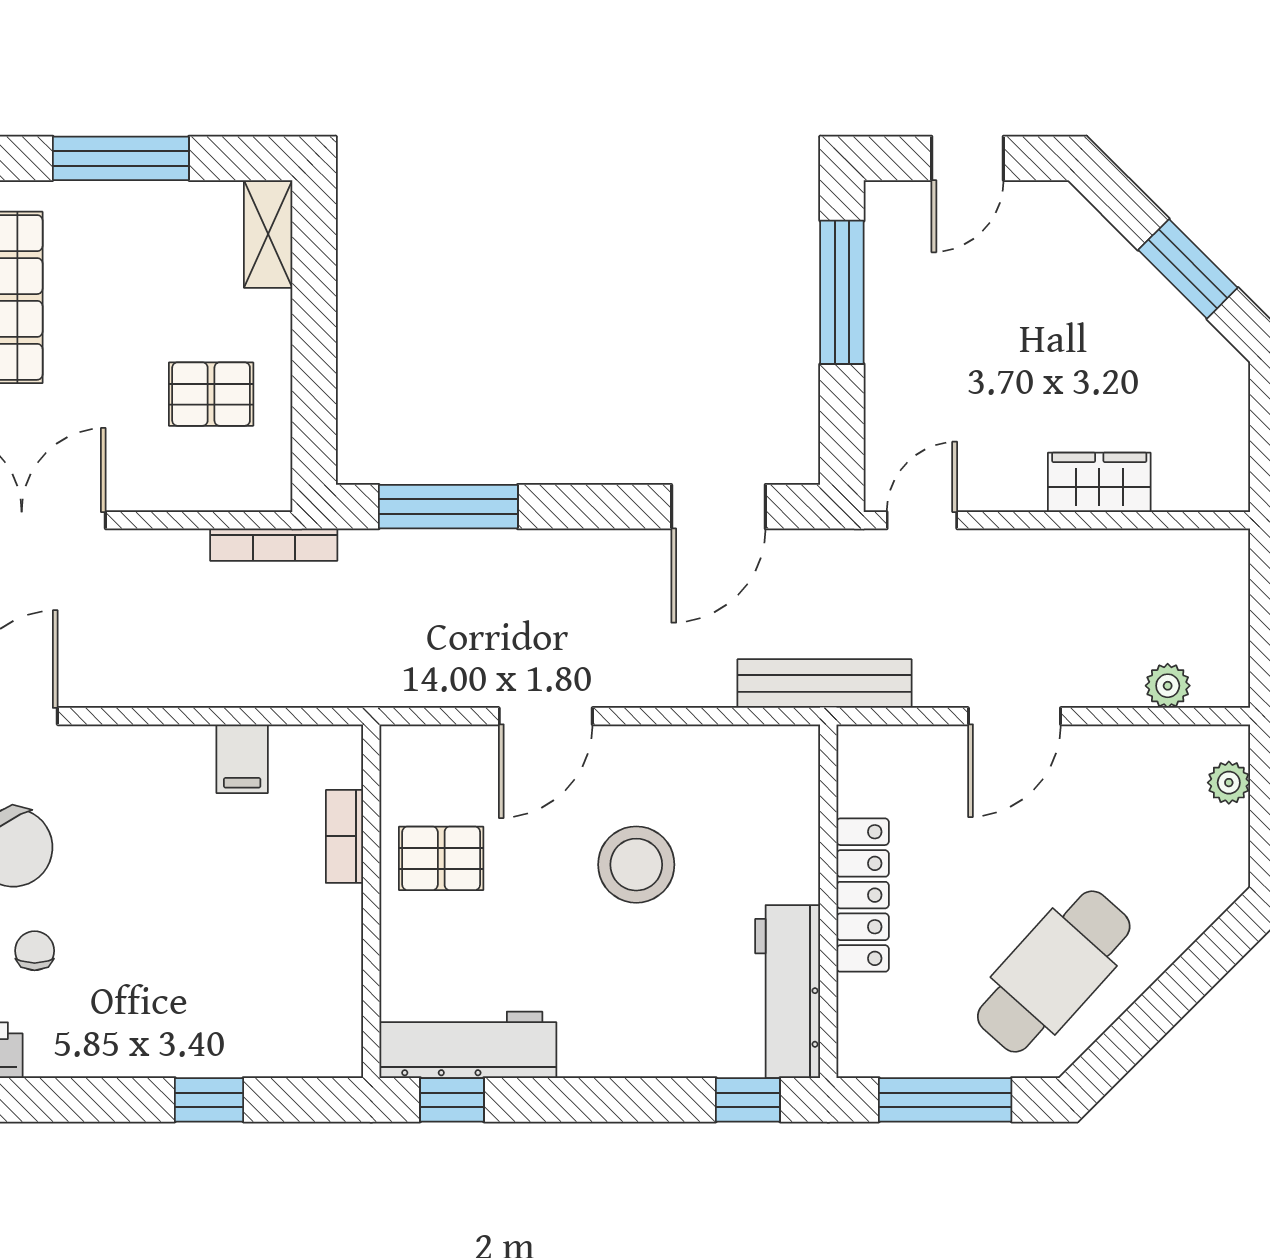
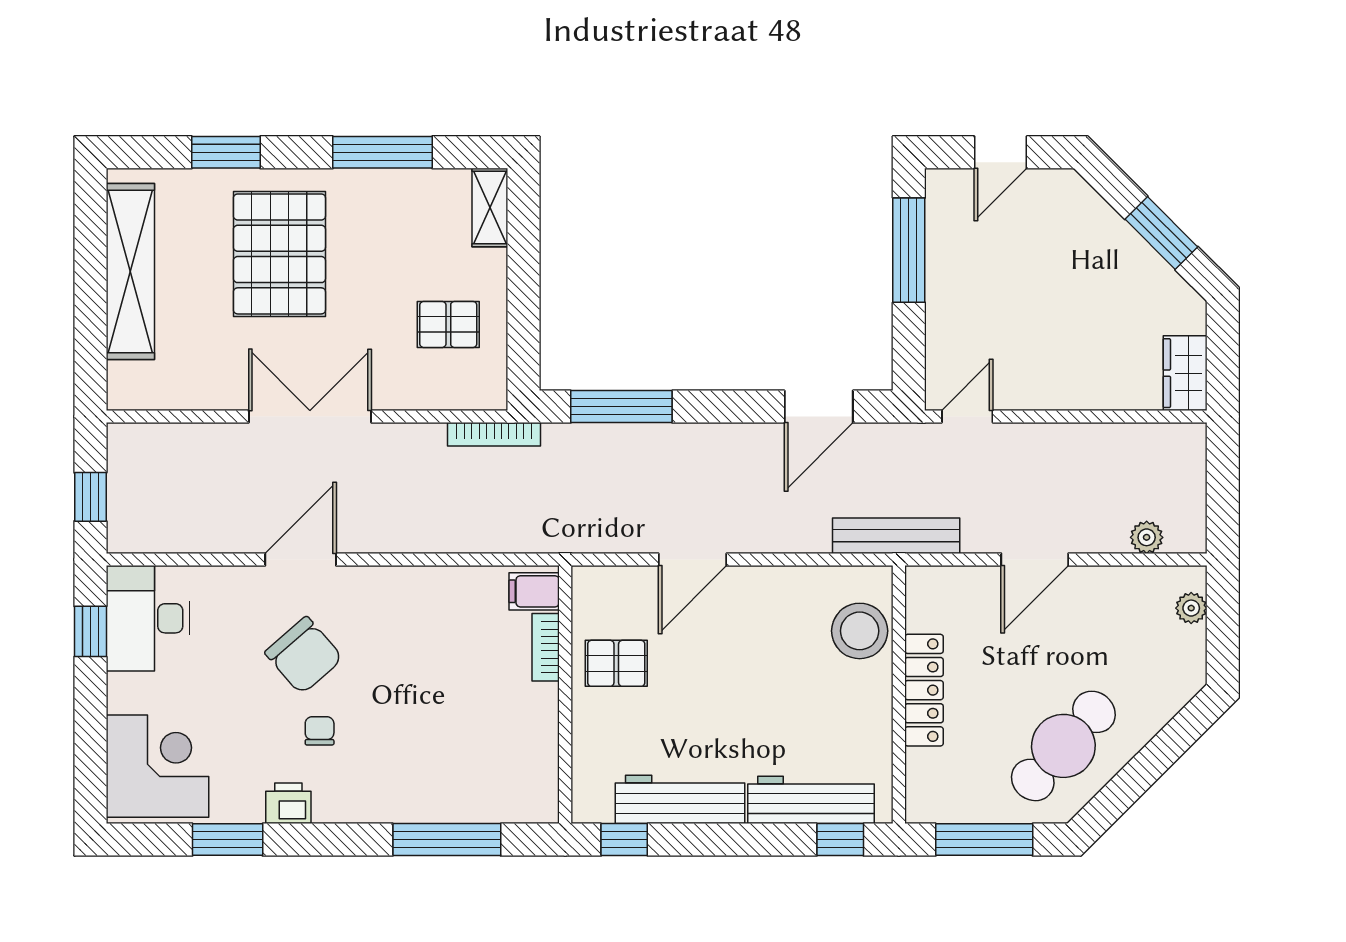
wardrobe: (1099, 482) -> (1185, 373), moved, turned -90
filing cabinet: (242, 759) -> (534, 591), moved, turned 90
stool: (636, 865) -> (860, 631), moved
workbench: (788, 992) -> (811, 800), moved, turned 90
workbench: (468, 1045) -> (680, 799), moved
window: (209, 1100) -> (447, 840), width x2.17

